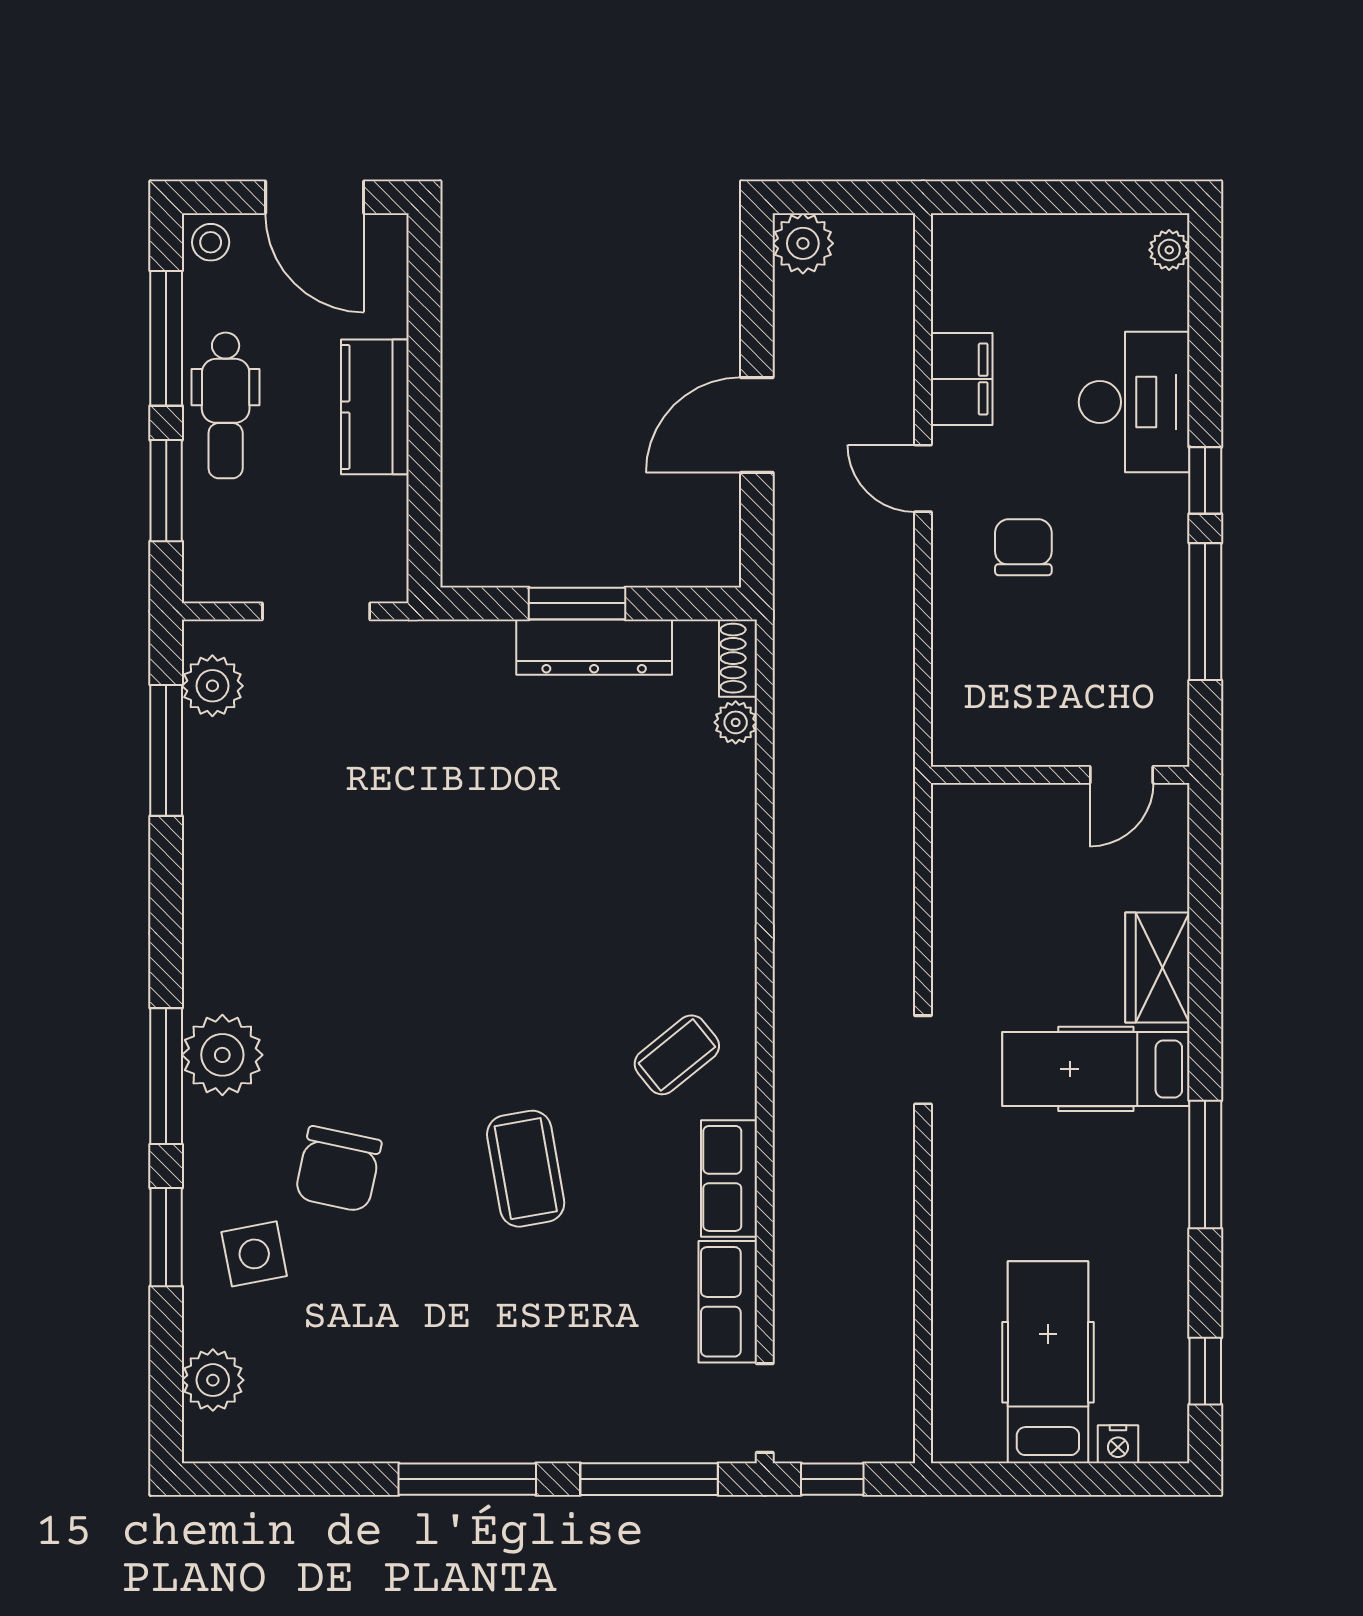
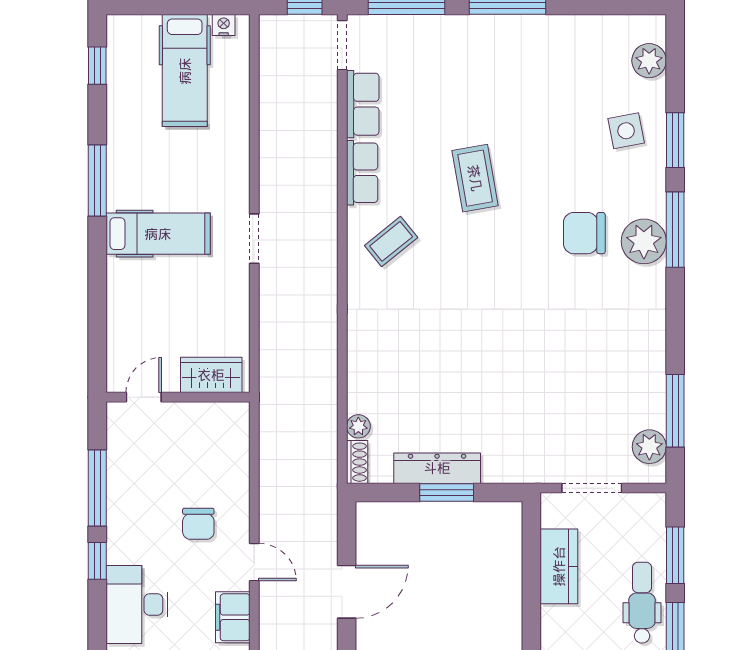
kitchen counter: (375, 407) -> (559, 566), moved
wardrobe: (1157, 967) -> (211, 375), moved, turned -90
chair: (338, 1169) -> (584, 233), moved, turned -102
nightstand: (1118, 1444) -> (224, 25), moved

